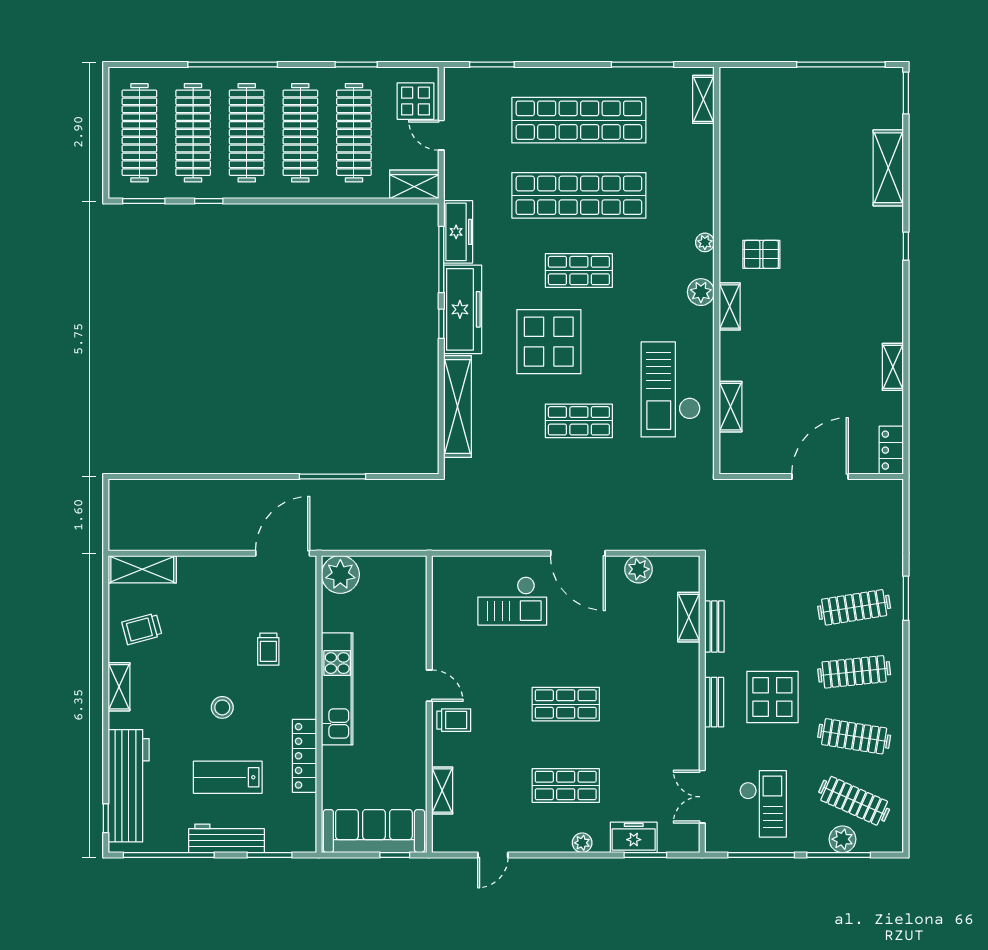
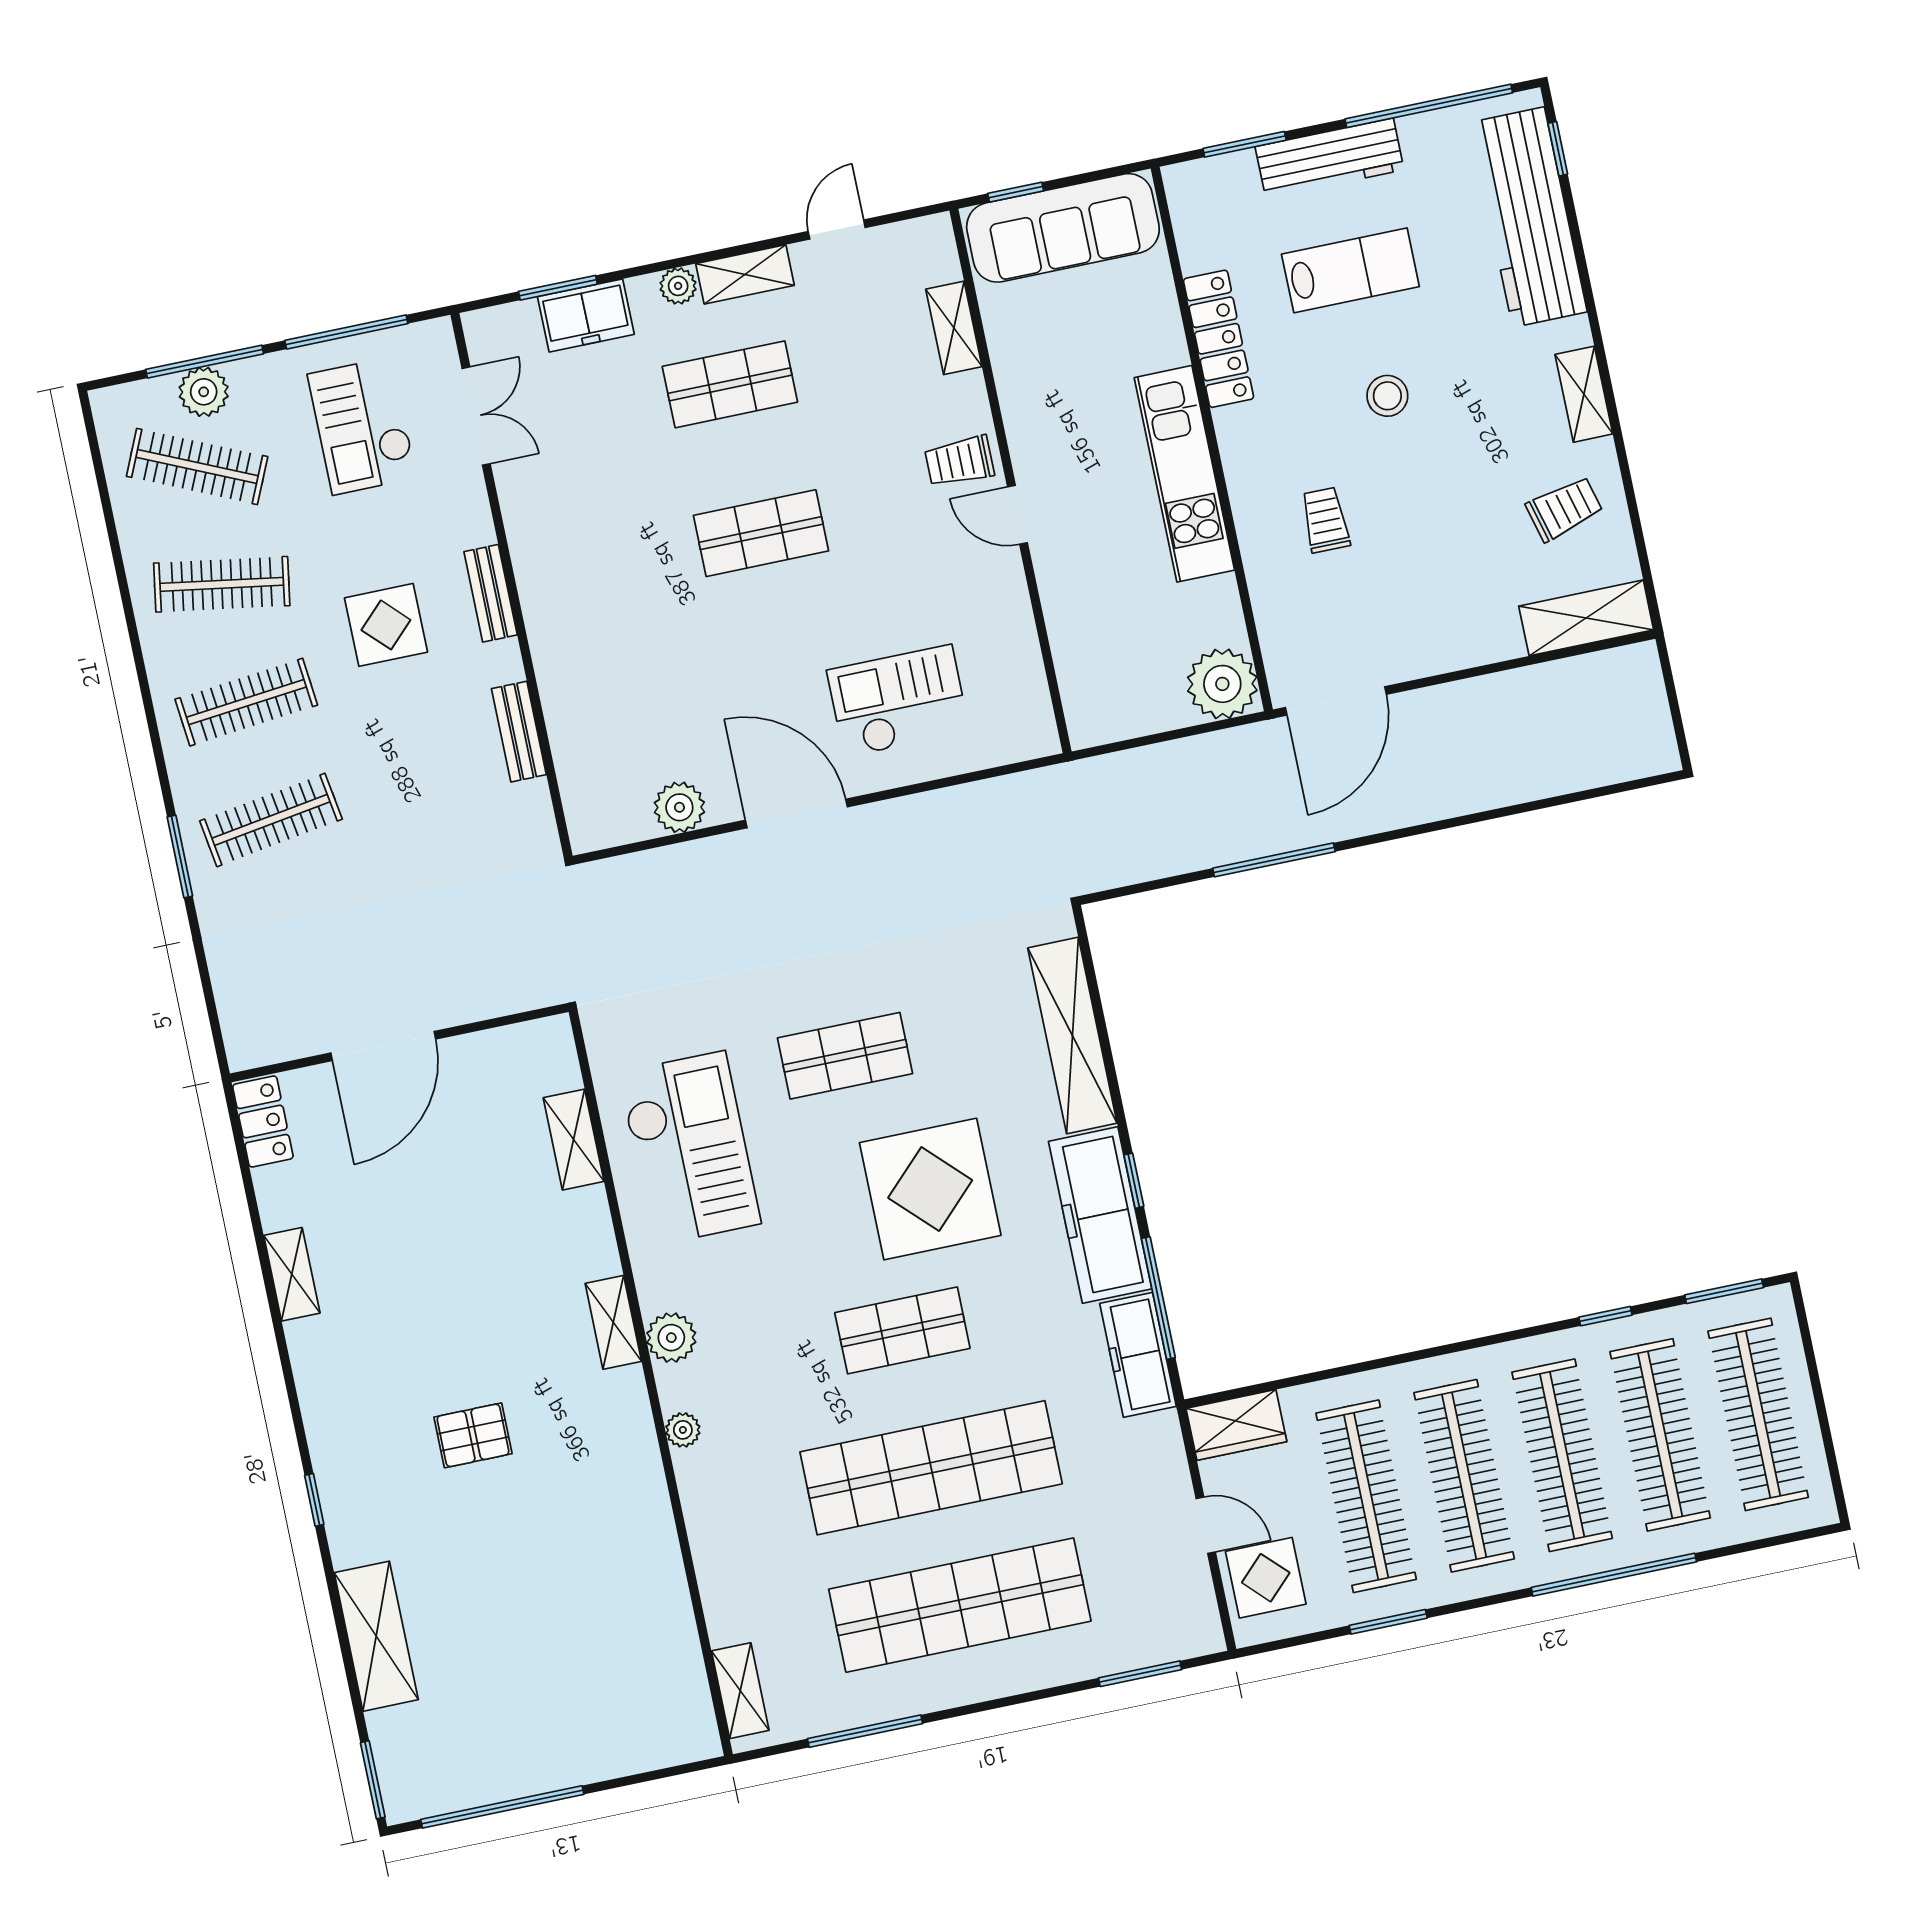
pallet: (761, 254) -> (473, 1435), moved
shelving: (689, 617) -> (745, 274), moved, turned 90
display table: (772, 697) -> (386, 625), width x0.73, depth x0.73

